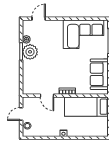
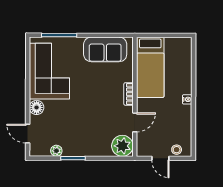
floor lamp: (57, 25) -> (37, 107), added
plant: (30, 52) -> (122, 146), moved

